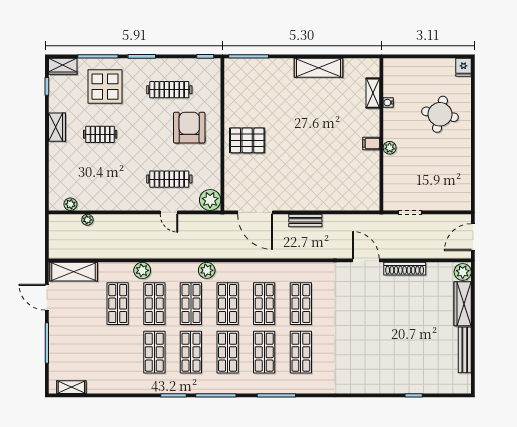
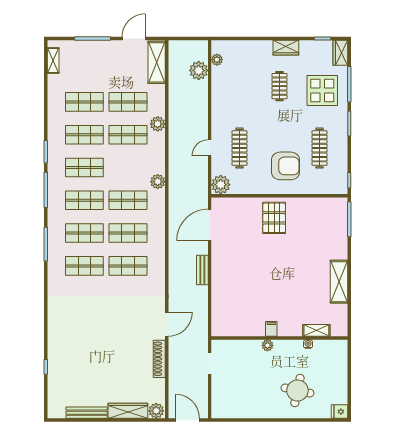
plant: (87, 220) -> (199, 70), width x1.88, depth x1.88
shop shelf: (191, 304) -> (84, 102), moved

